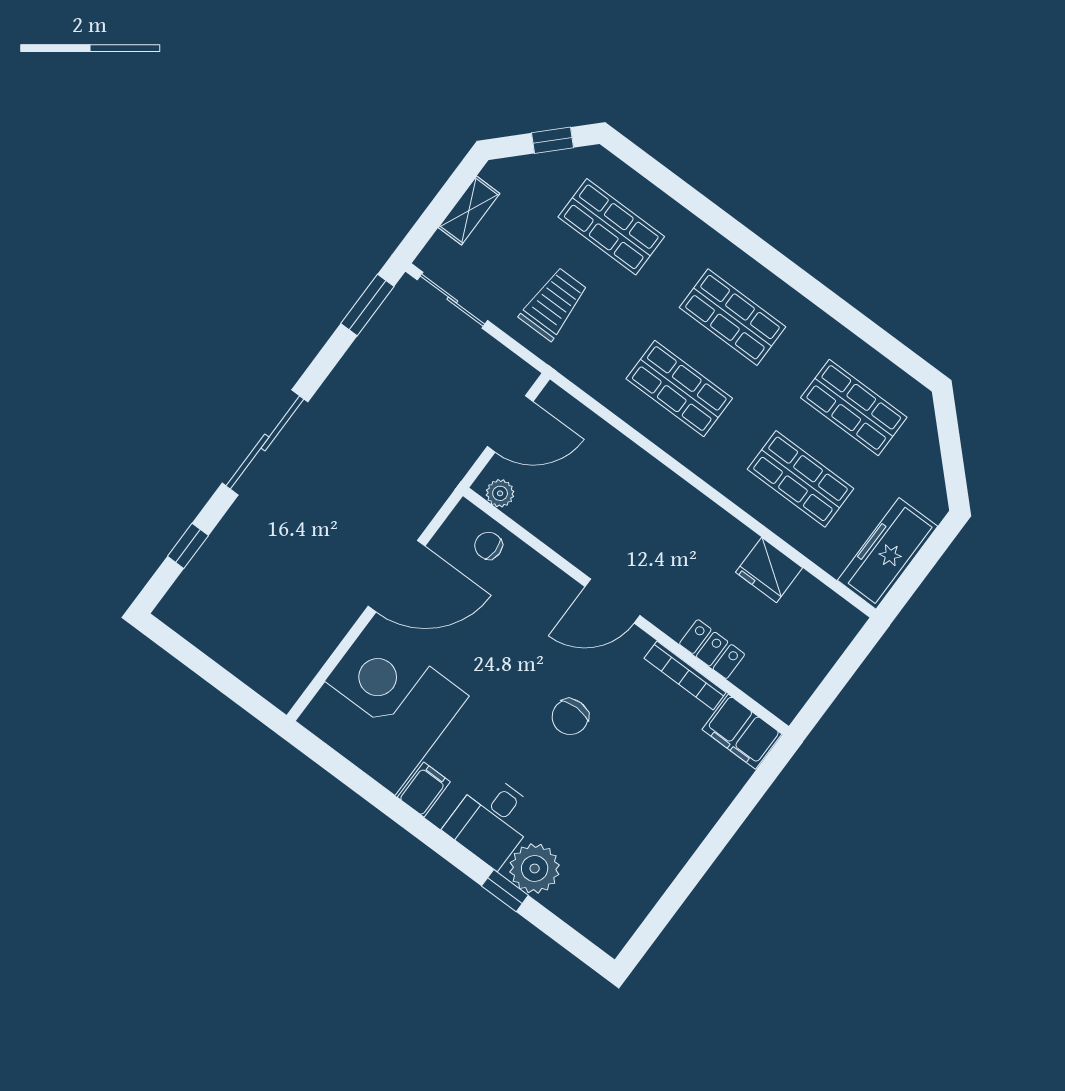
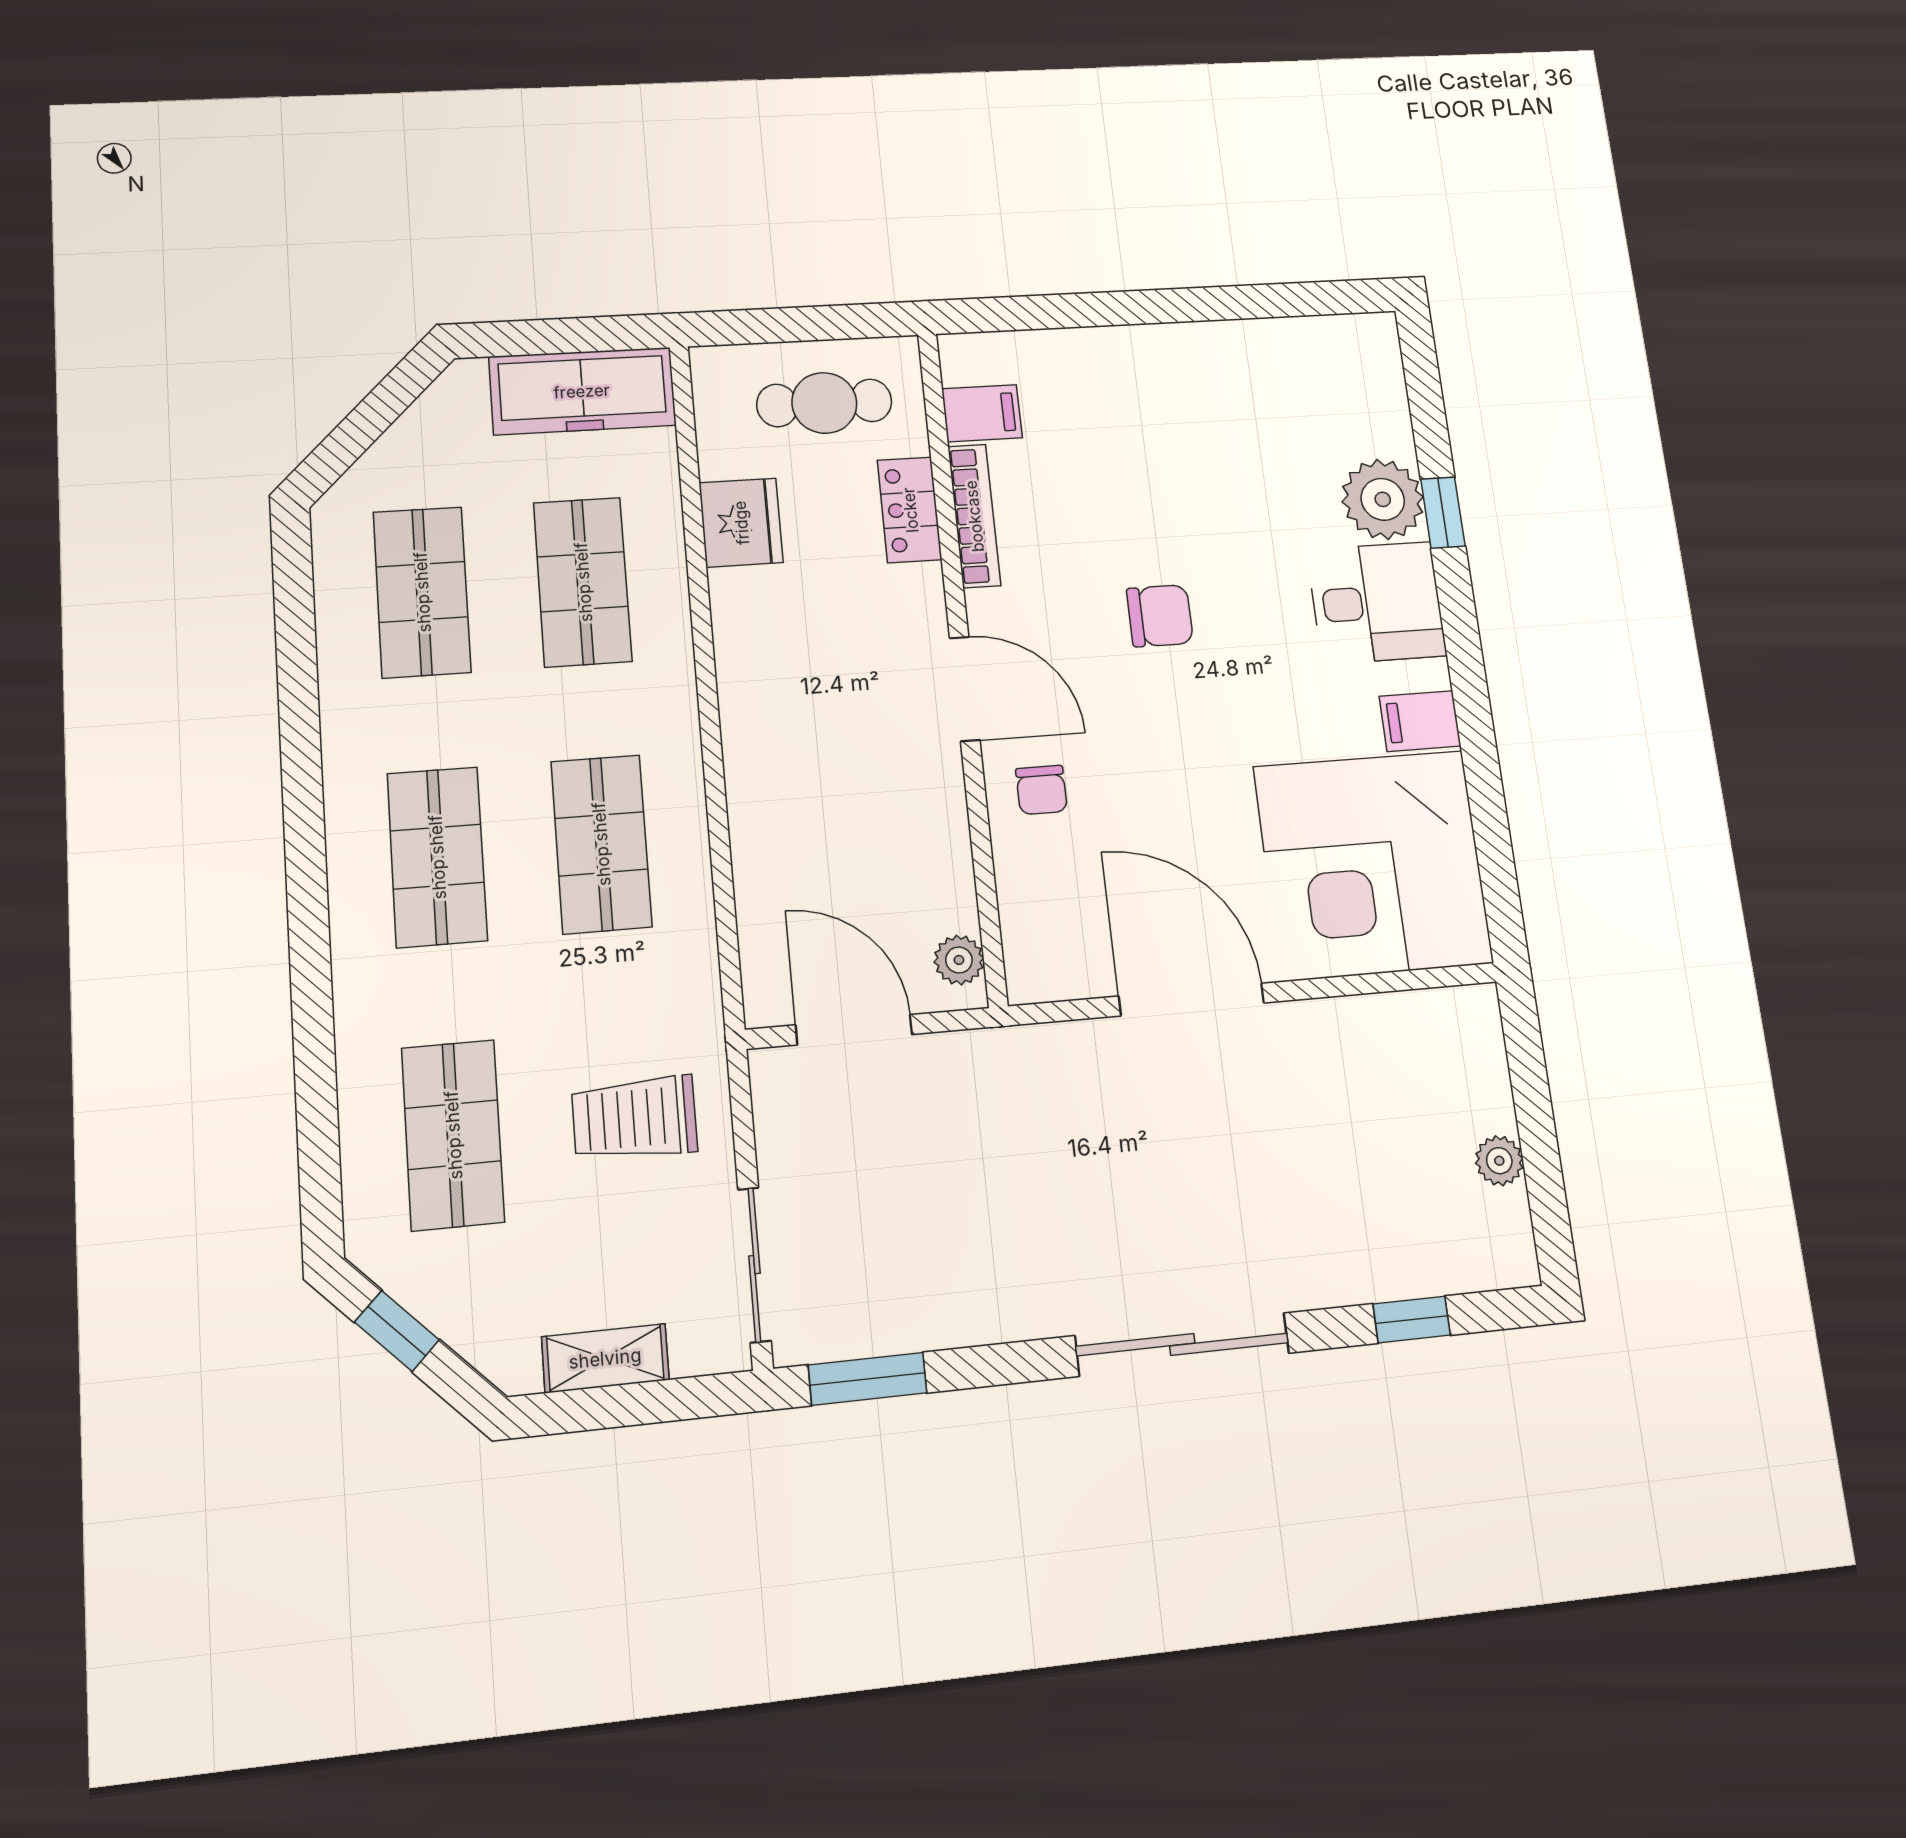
chair: (488, 546) -> (1041, 790), moved
plant: (215, 644) -> (1499, 1161), added
cafe table: (793, 655) -> (824, 403), added
filing cabinet: (742, 732) -> (982, 413), width x0.50

